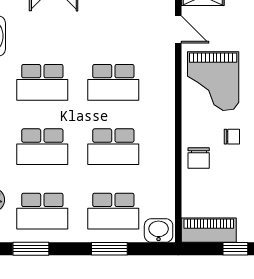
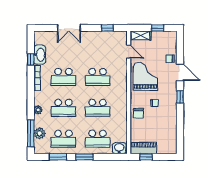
grand piano: (213, 81) -> (145, 76), turned 180
window: (109, 249) -> (84, 157), moved
window: (235, 249) -> (146, 157), moved

